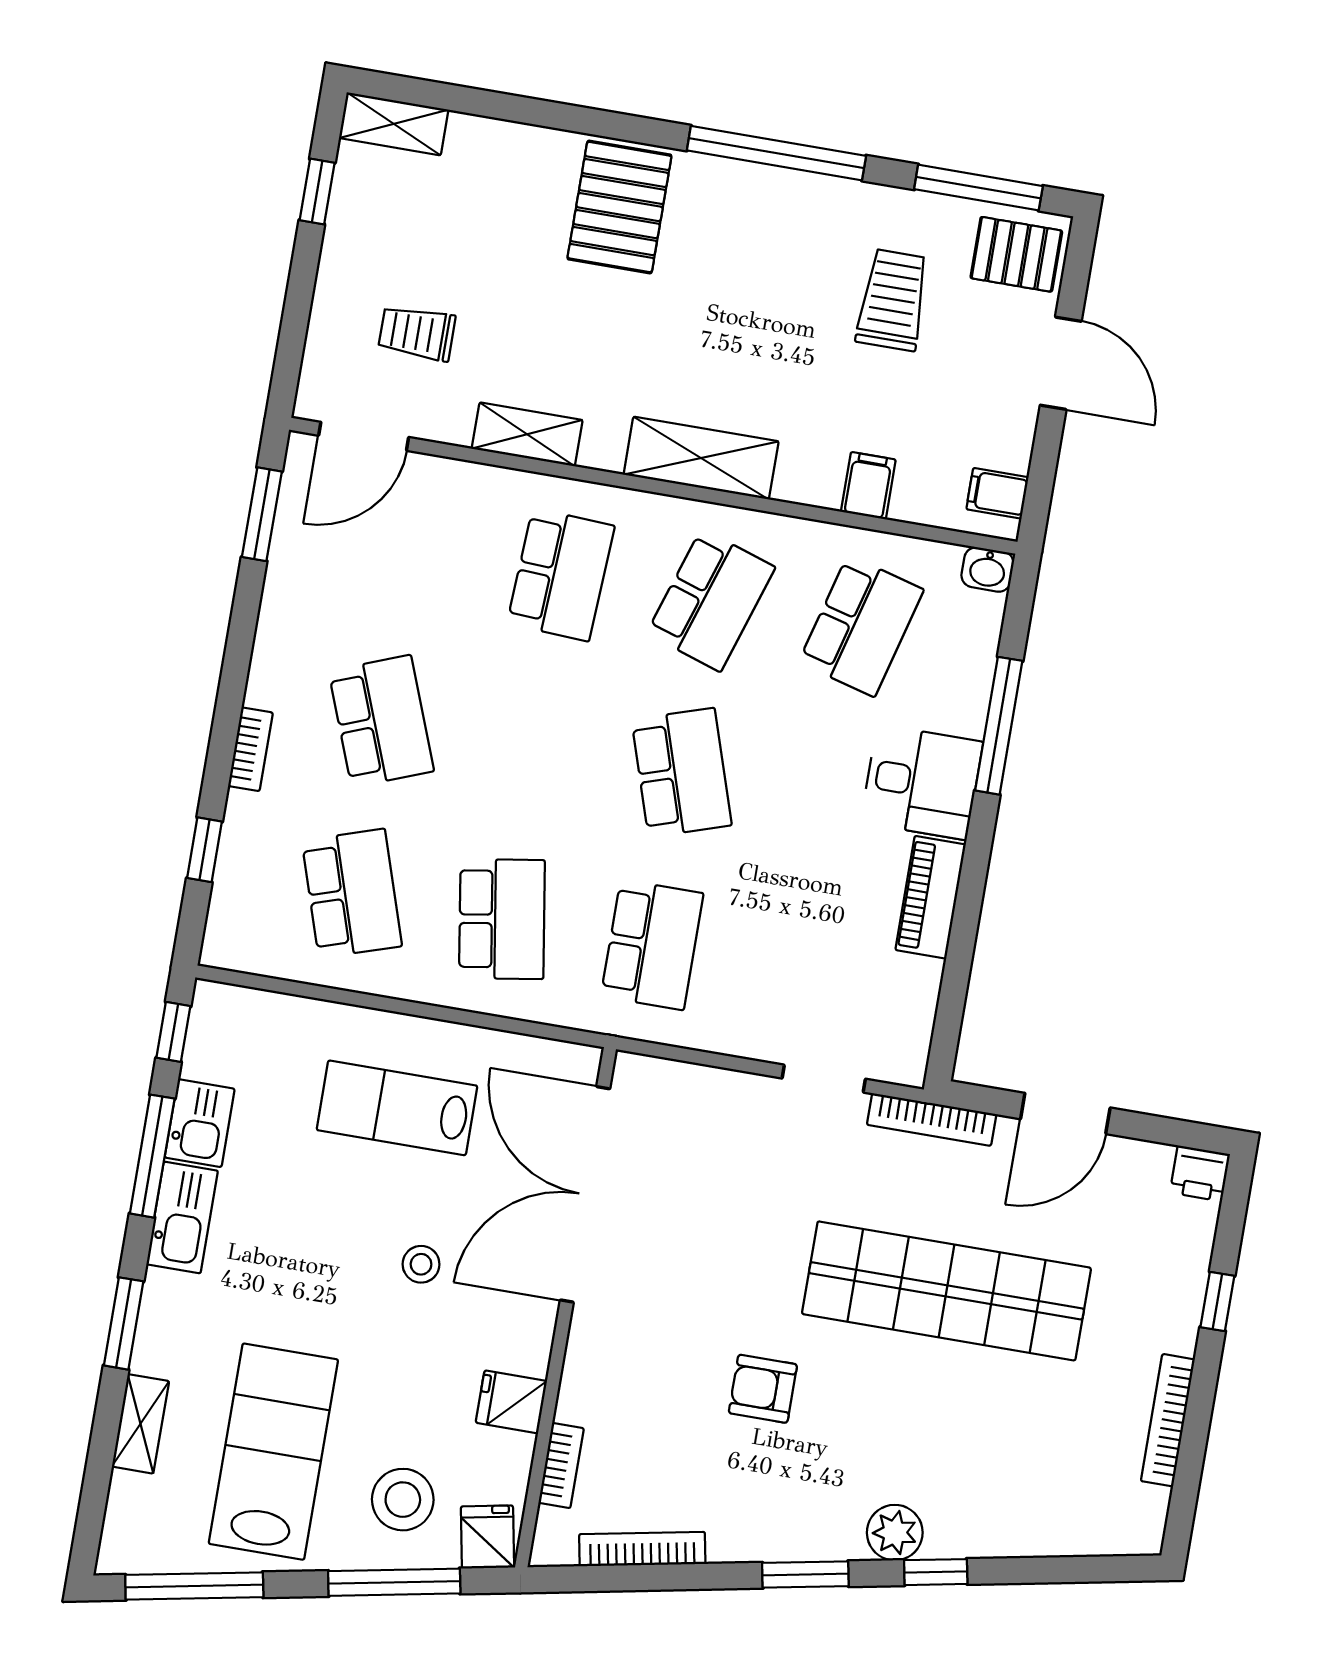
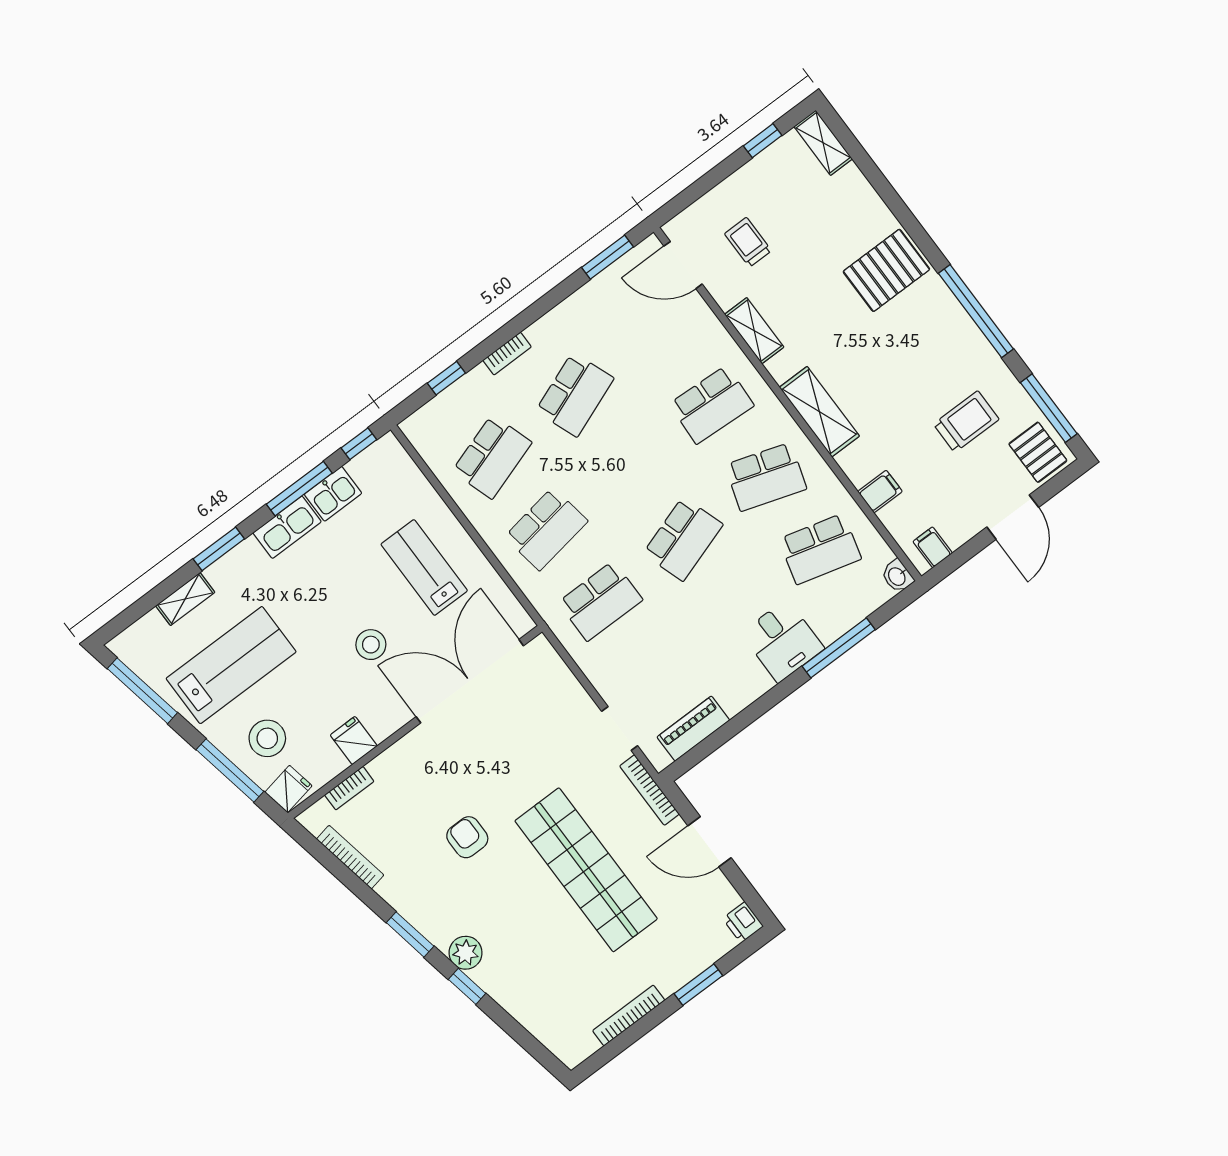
piano: (931, 897) -> (693, 729), moved
stool: (421, 1264) -> (371, 645), width x1.37, depth x1.37
window: (1217, 1301) -> (698, 985), width x1.50

